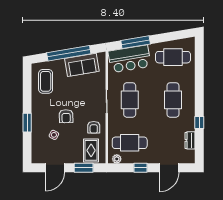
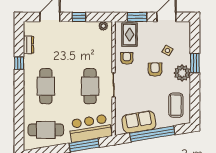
plant: (40, 113) -> (182, 73), added
cafe table: (130, 143) -> (90, 42), removed

